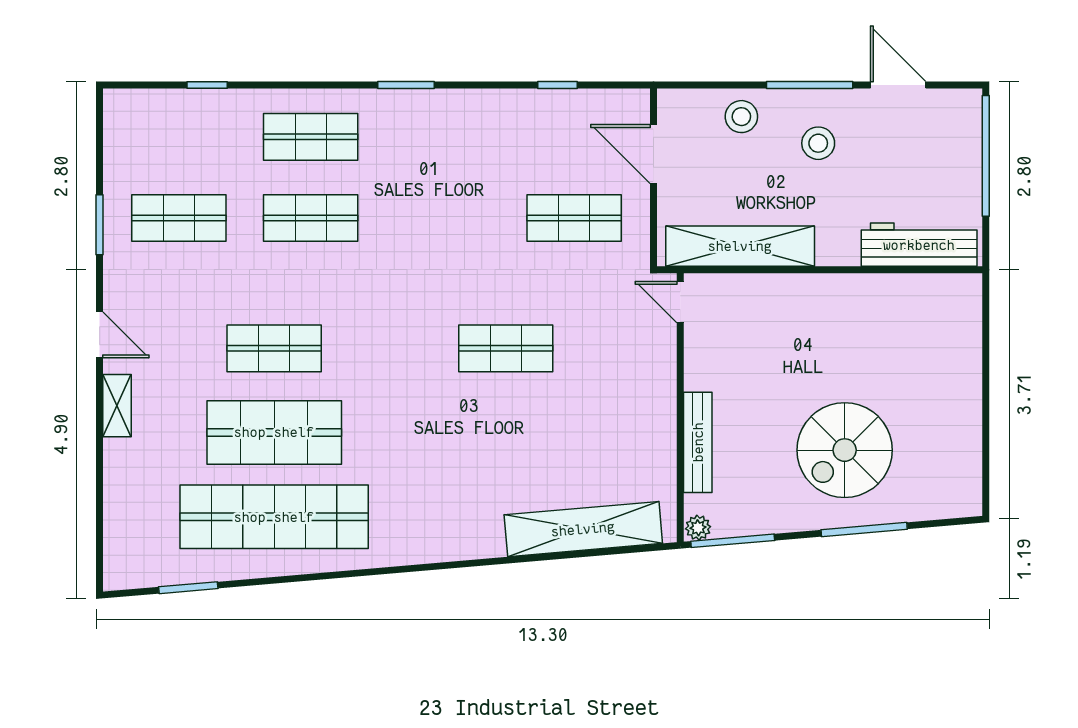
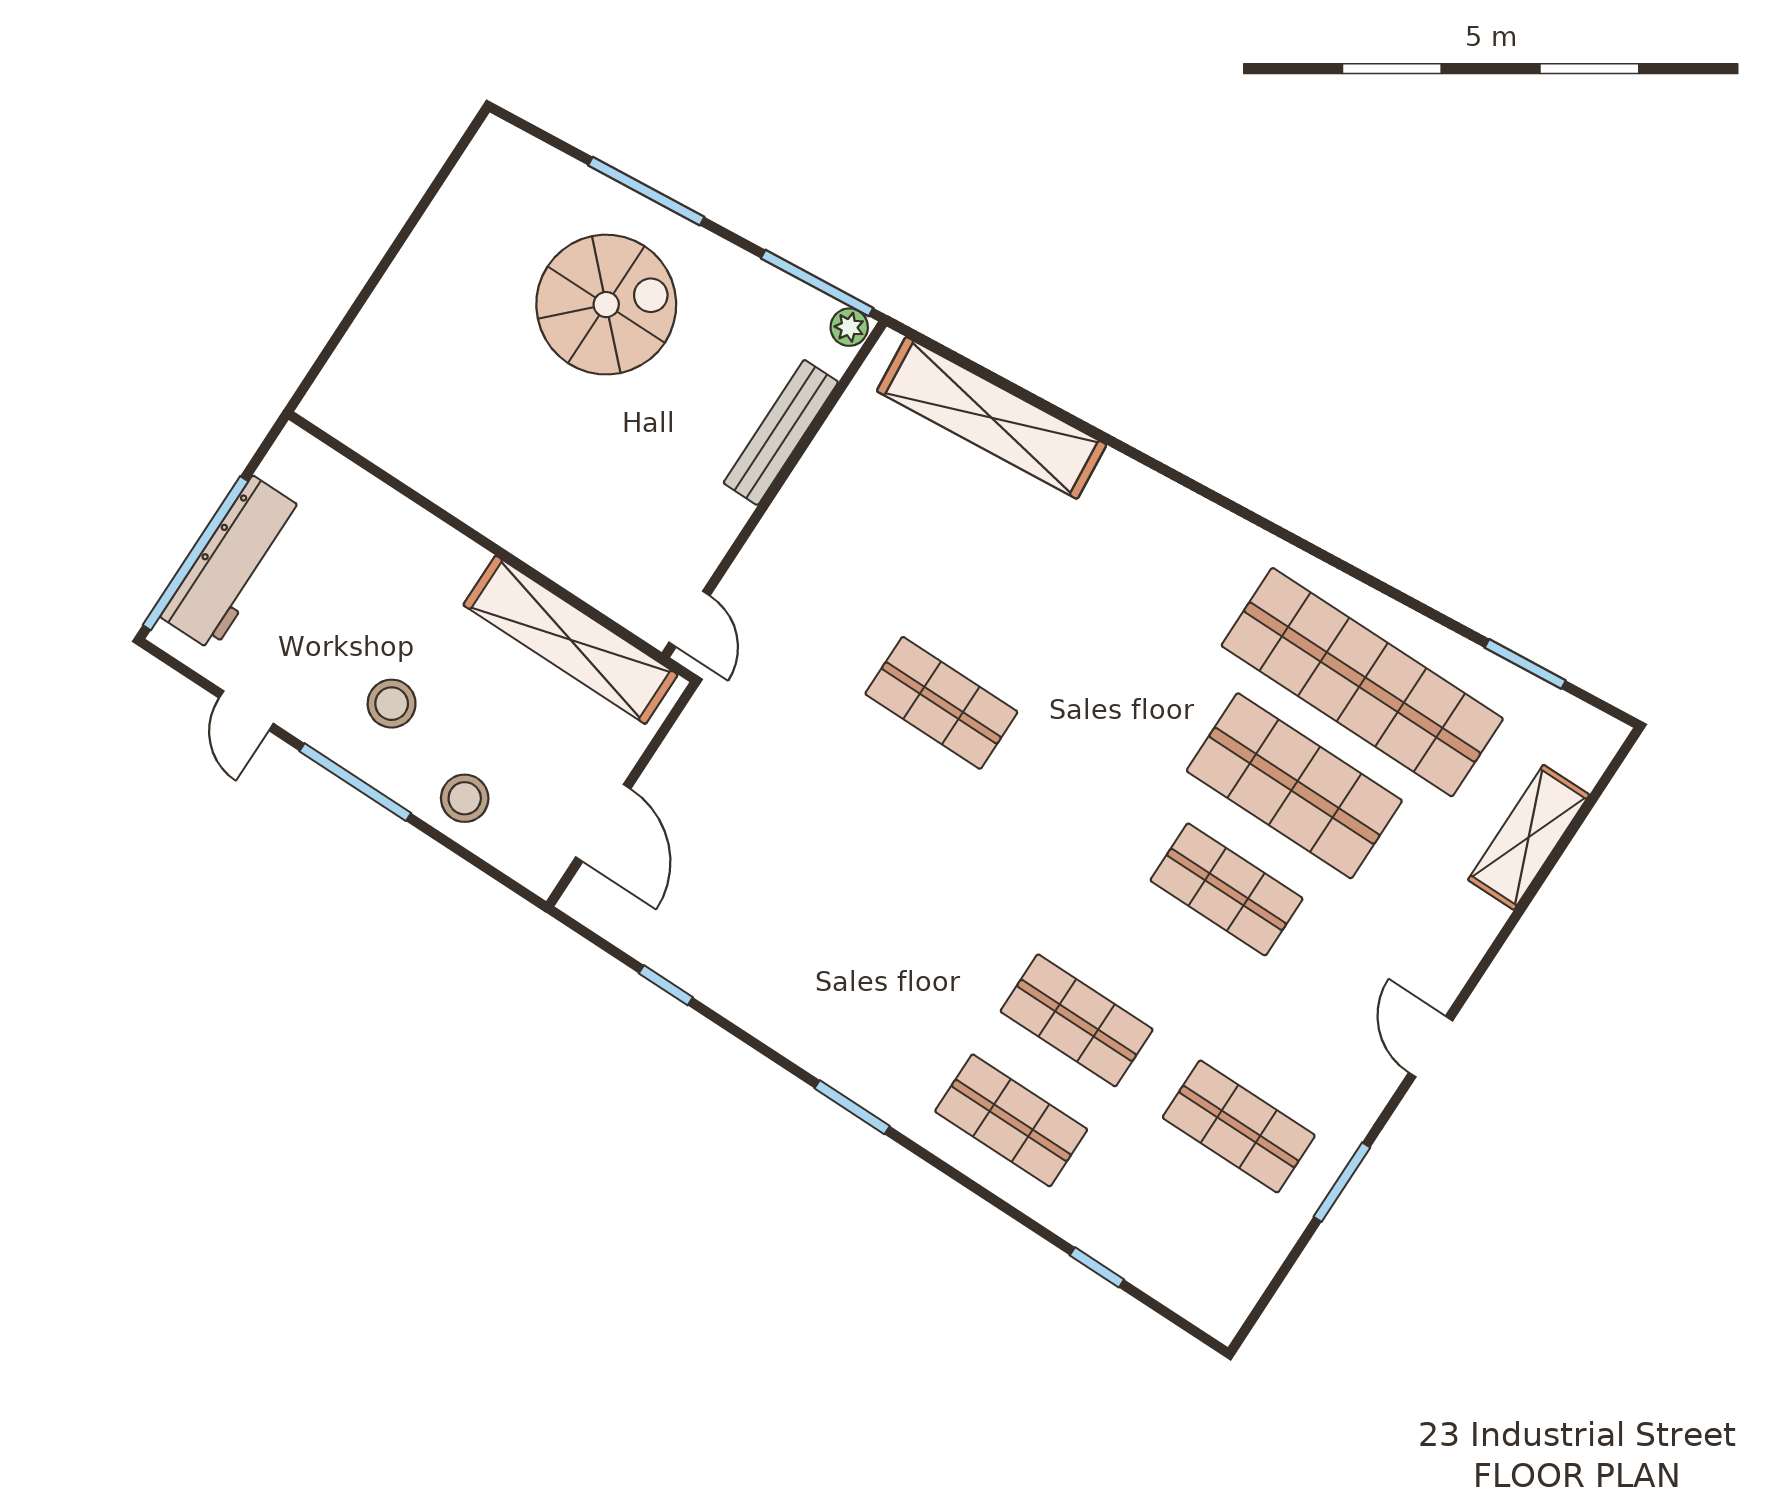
door: (898, 85) -> (246, 711), width x0.73
shop shelf: (574, 218) -> (752, 808), removed
workbench: (919, 245) -> (233, 563), moved, turned -90
shelving: (117, 406) -> (1529, 837), moved, width x1.50, depth x1.33

